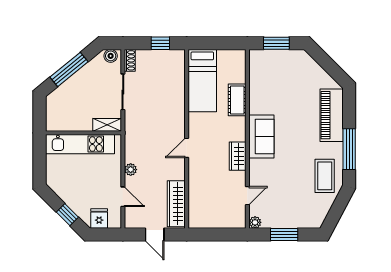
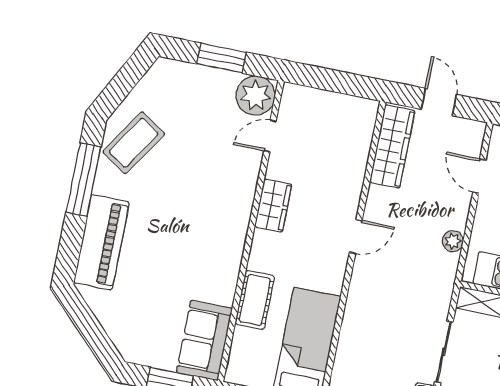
sofa: (261, 136) -> (204, 340), moved
plant: (131, 170) -> (453, 241), moved
coffee table: (325, 176) -> (134, 143), turned 33
plant: (255, 222) -> (256, 96), width x1.87, depth x1.87

